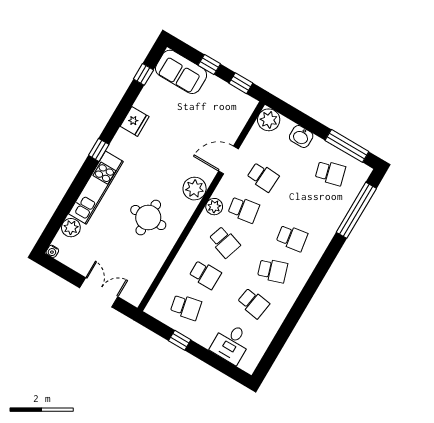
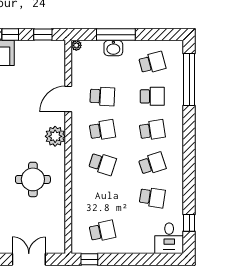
plant: (269, 120) -> (76, 45), width x0.53, depth x0.53
window: (347, 146) -> (116, 35), moved
plant: (214, 207) -> (78, 141), removed
school desk: (205, 275) -> (152, 96), moved
window: (180, 340) -> (89, 259), moved
desk: (231, 343) -> (169, 238), moved
window: (274, 349) -> (189, 223), added

